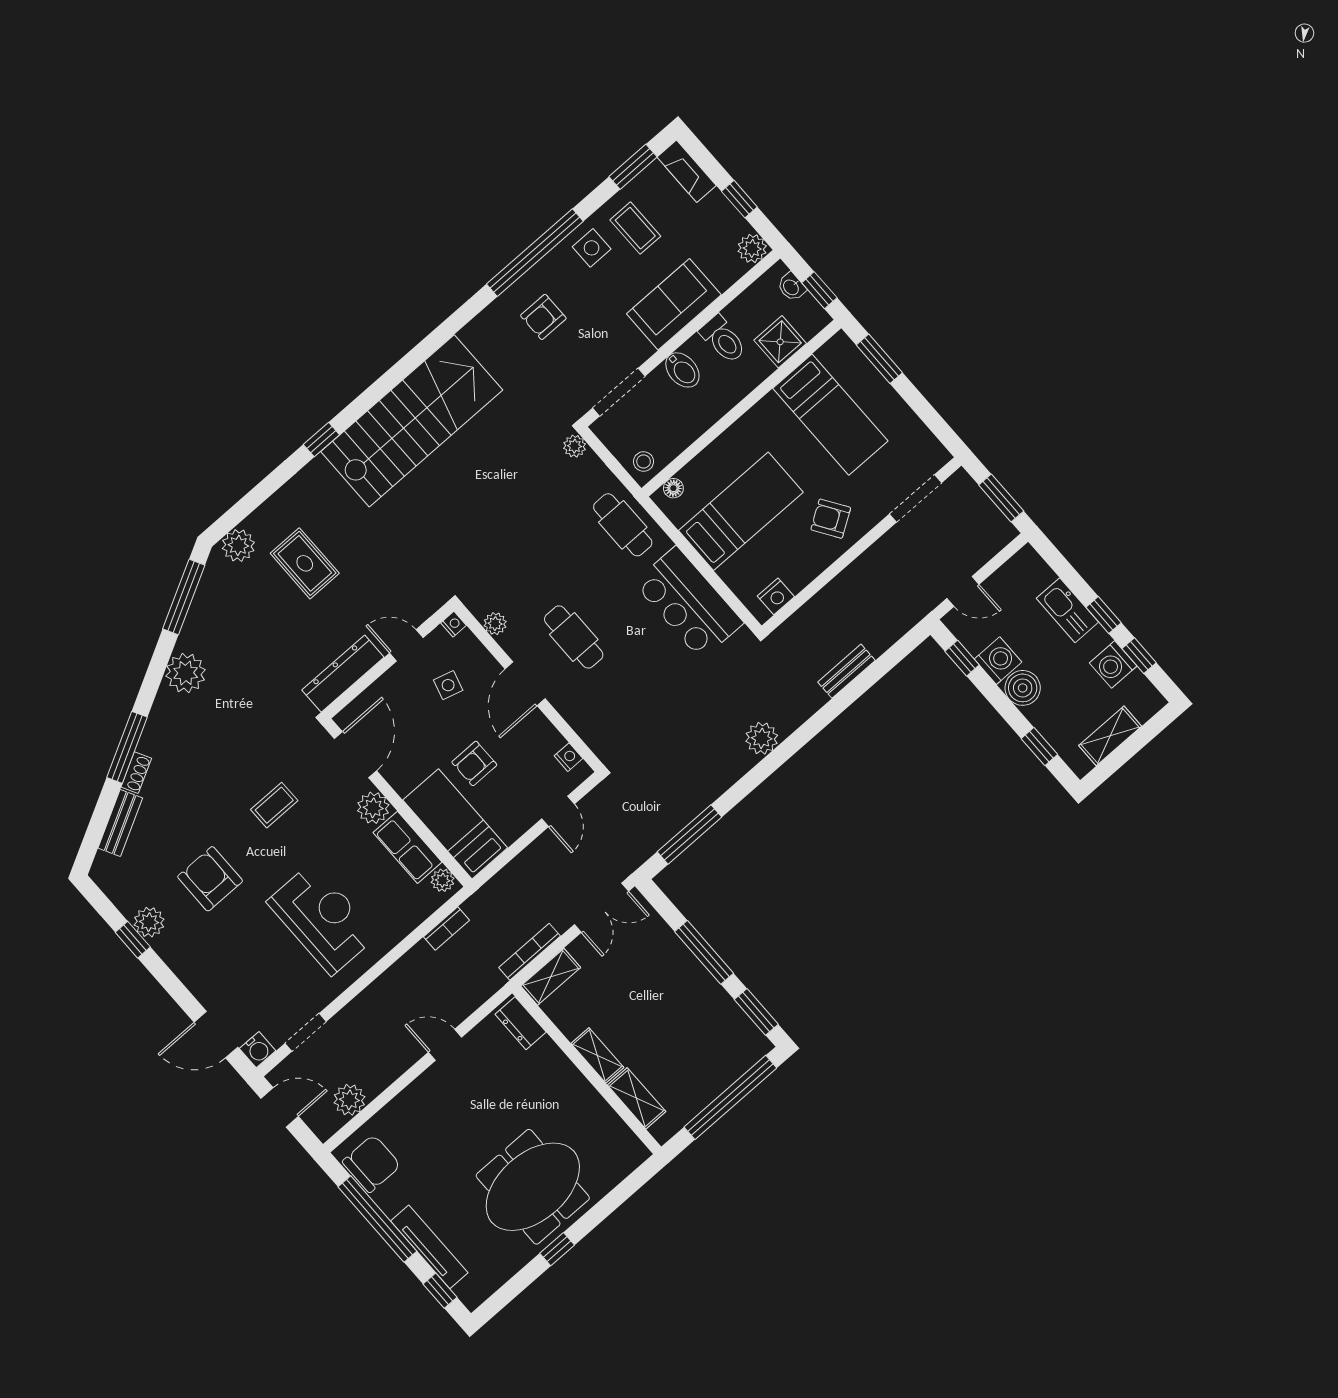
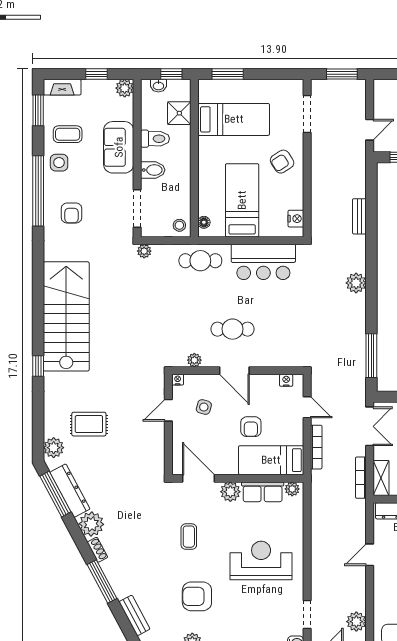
dresser: (343, 674) -> (70, 491), moved, turned 152
shoe rack: (136, 773) -> (97, 550), moved
bookcase: (447, 929) -> (316, 447), moved, width x1.56

